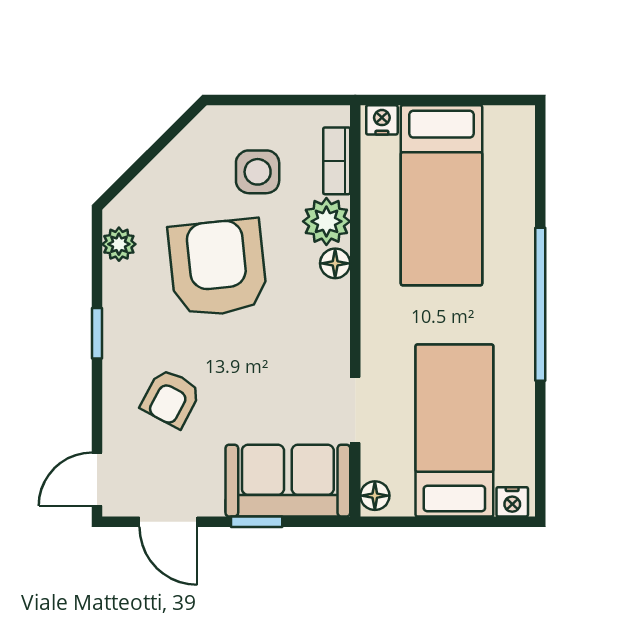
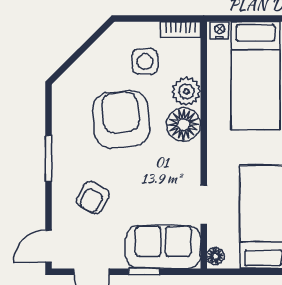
bookcase: (337, 161) -> (180, 30), moved, turned -90
plant: (119, 244) -> (62, 105), removed
floor lamp: (335, 263) -> (184, 125), width x1.89, depth x1.89
window: (97, 333) -> (49, 159), width x1.50

